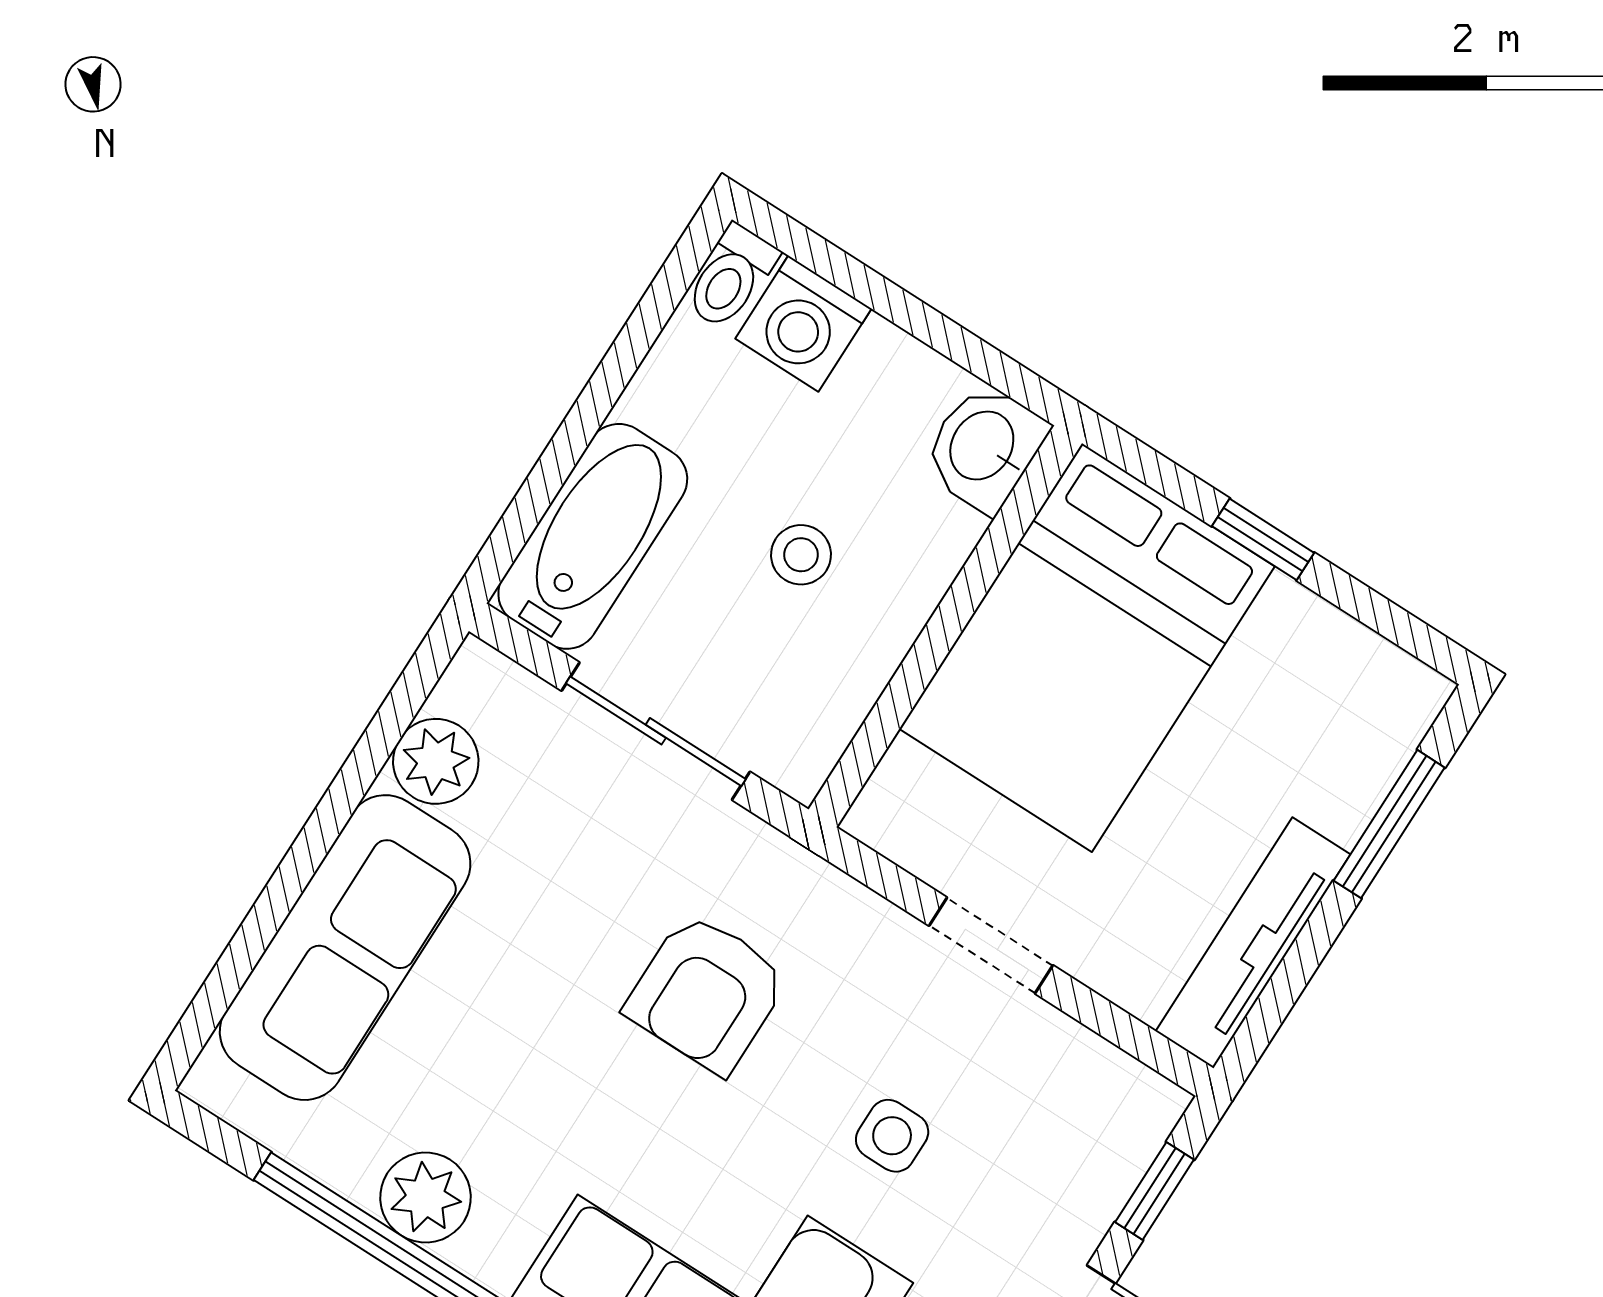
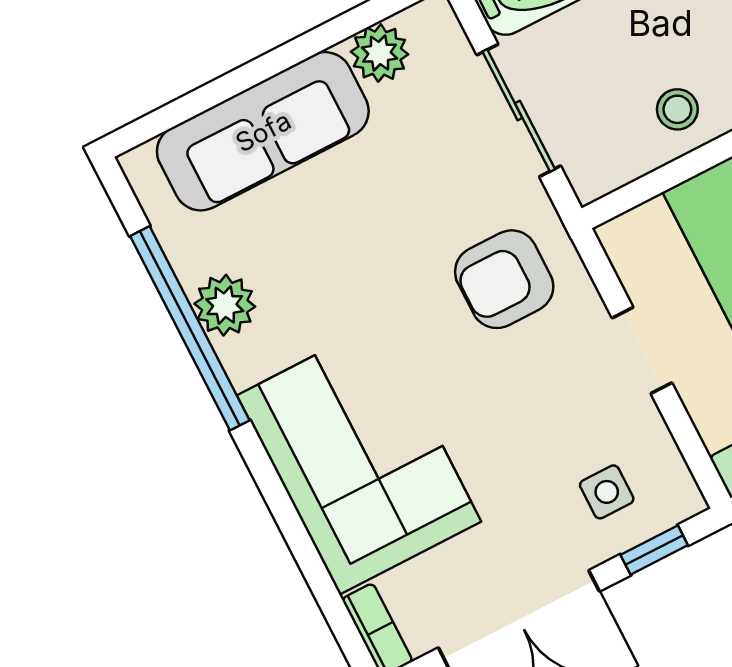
stool: (801, 555) -> (677, 109), moved
armchair: (707, 993) -> (504, 279), moved
side table: (892, 1136) -> (607, 492), moved

